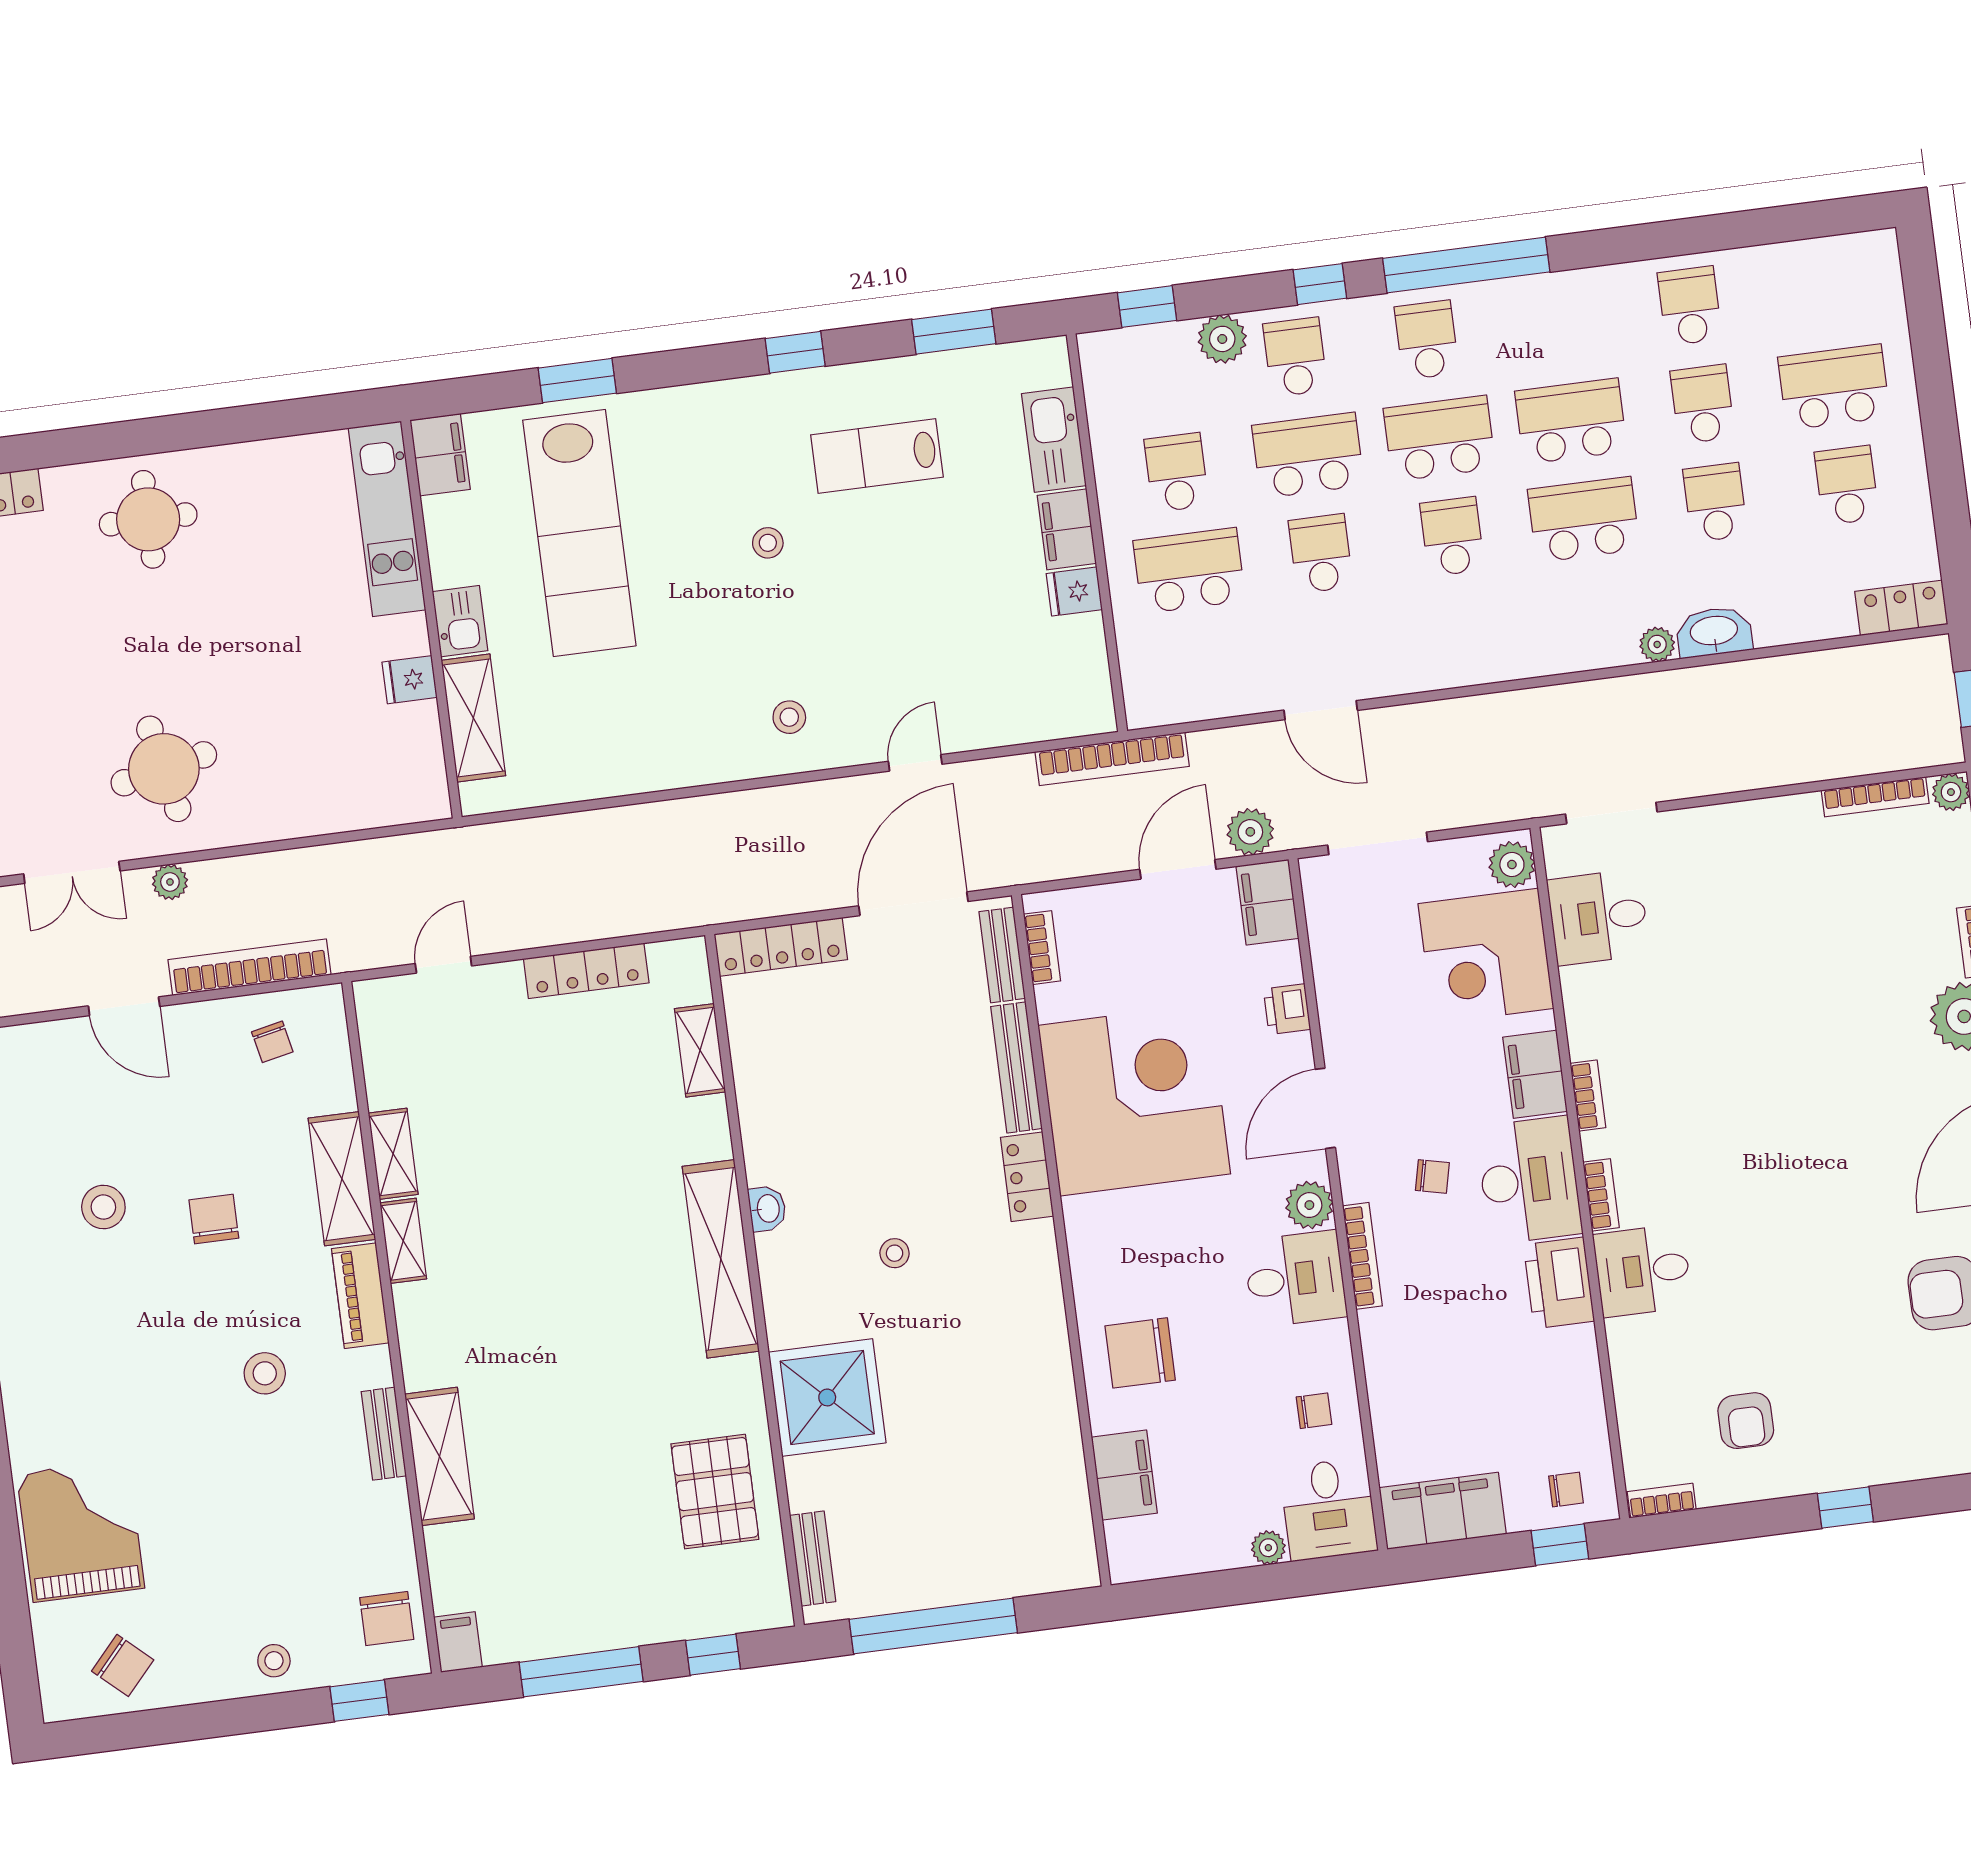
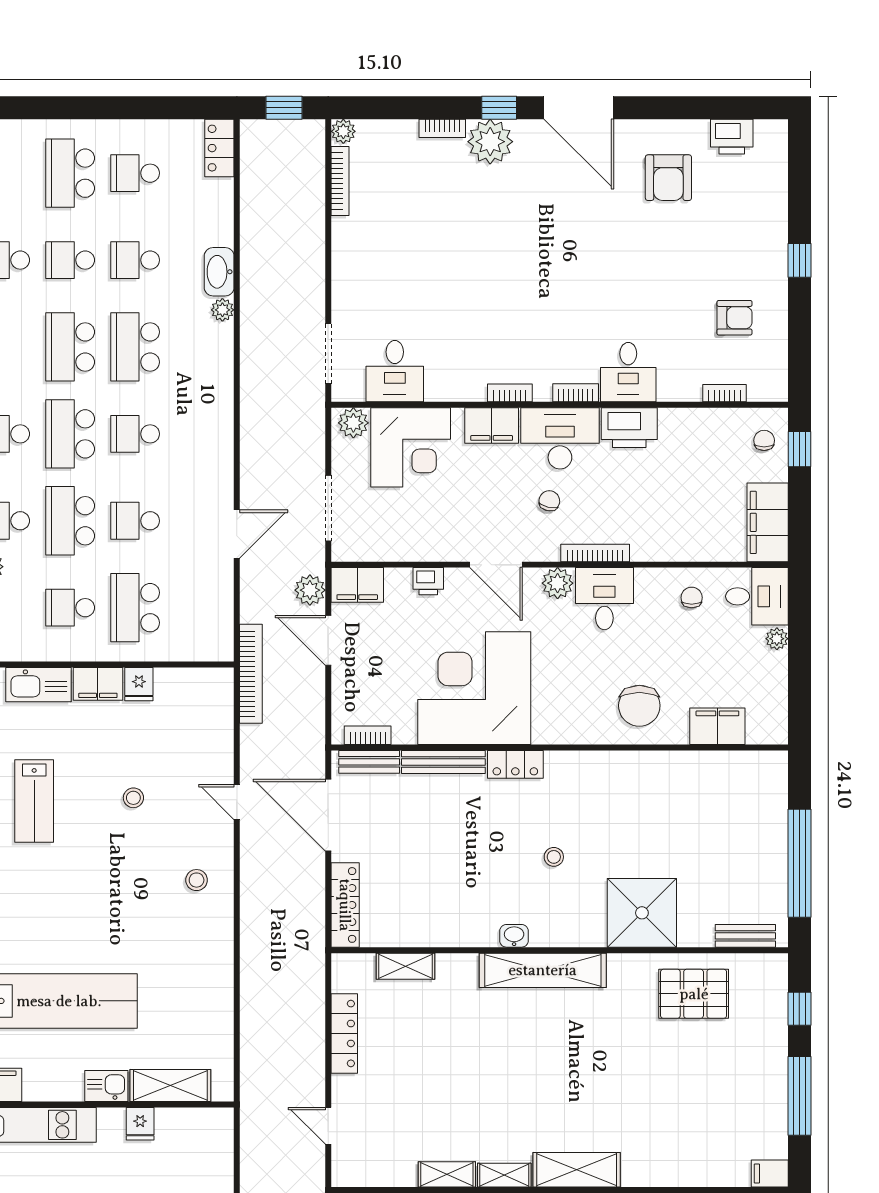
stool: (768, 543) -> (133, 798), moved
shelving: (440, 1456) -> (577, 1170), moved
bookcase: (1662, 1501) -> (724, 393), moved, turned 90

